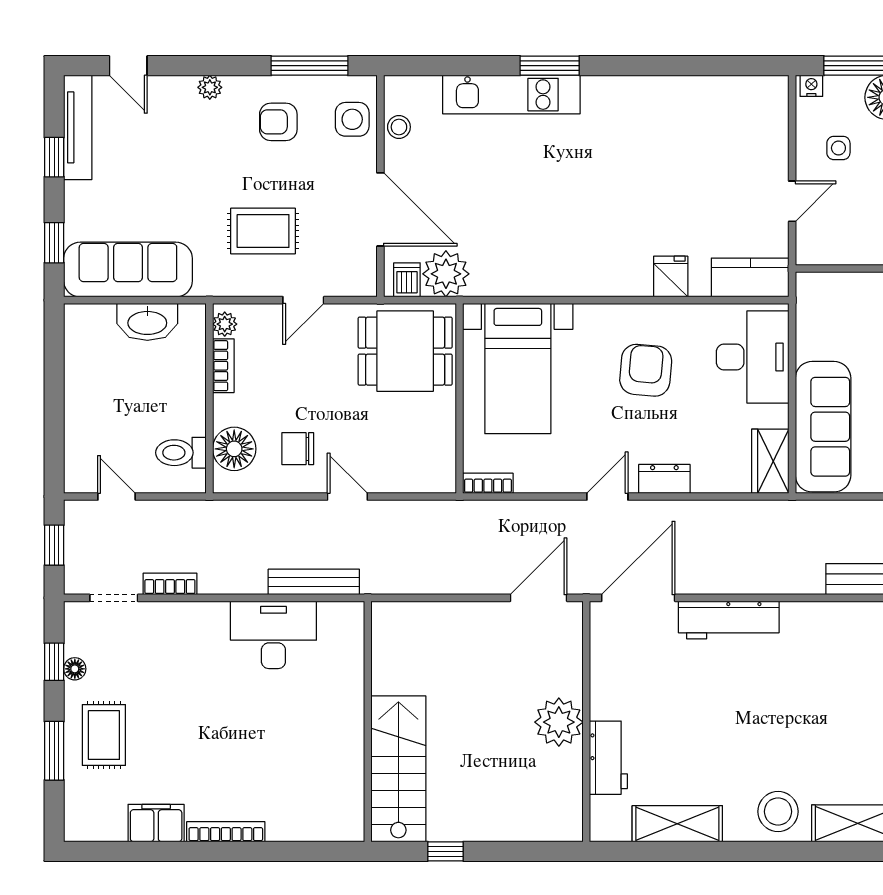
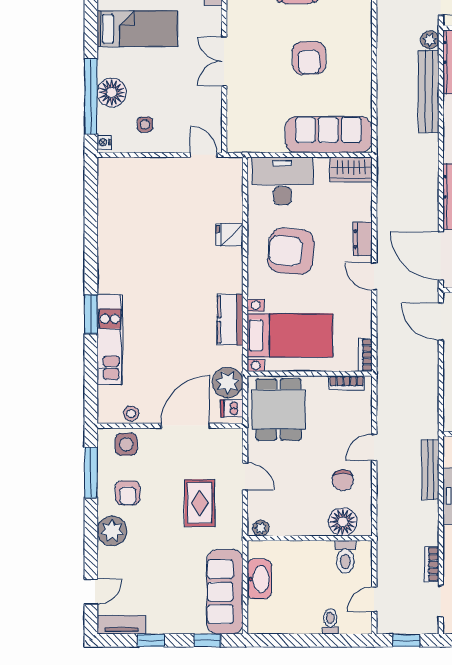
plant: (210, 87) -> (112, 531), width x1.88, depth x1.88
tv unit: (78, 127) -> (121, 625), width x0.71
door: (792, 201) -> (203, 155), moved
kitchen counter: (750, 278) -> (230, 320), moved
bookcase: (223, 366) -> (347, 383), moved, turned 180
armchair: (646, 370) -> (291, 251), width x1.36, depth x1.36
toilet: (83, 430) -> (330, 621), added

